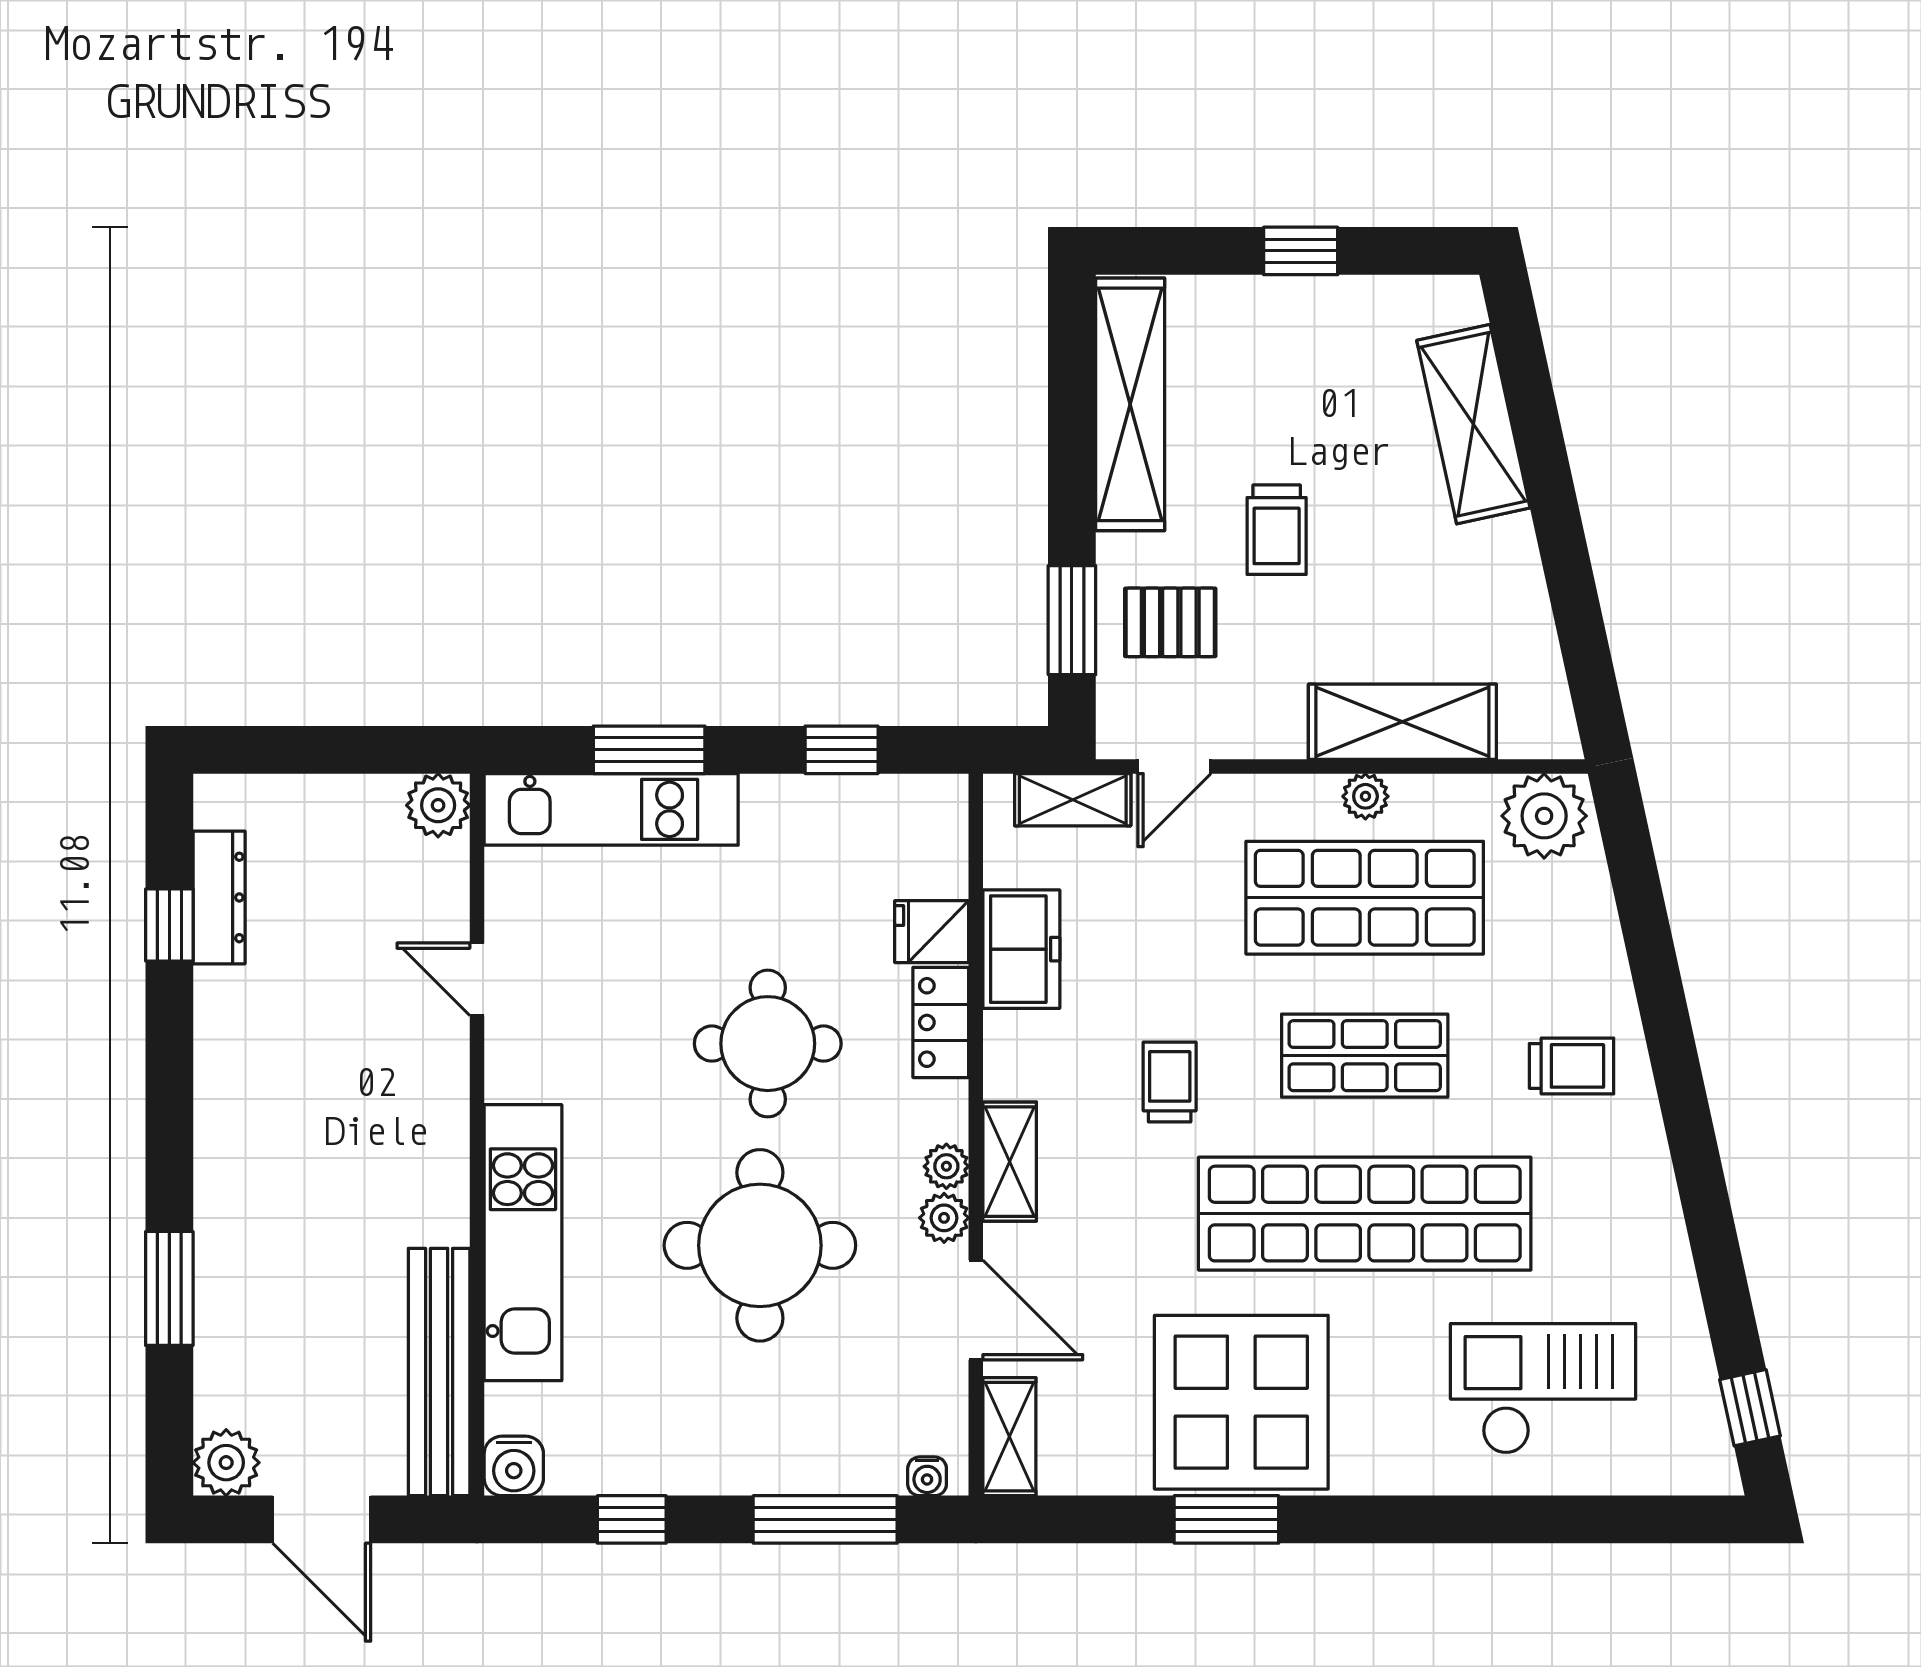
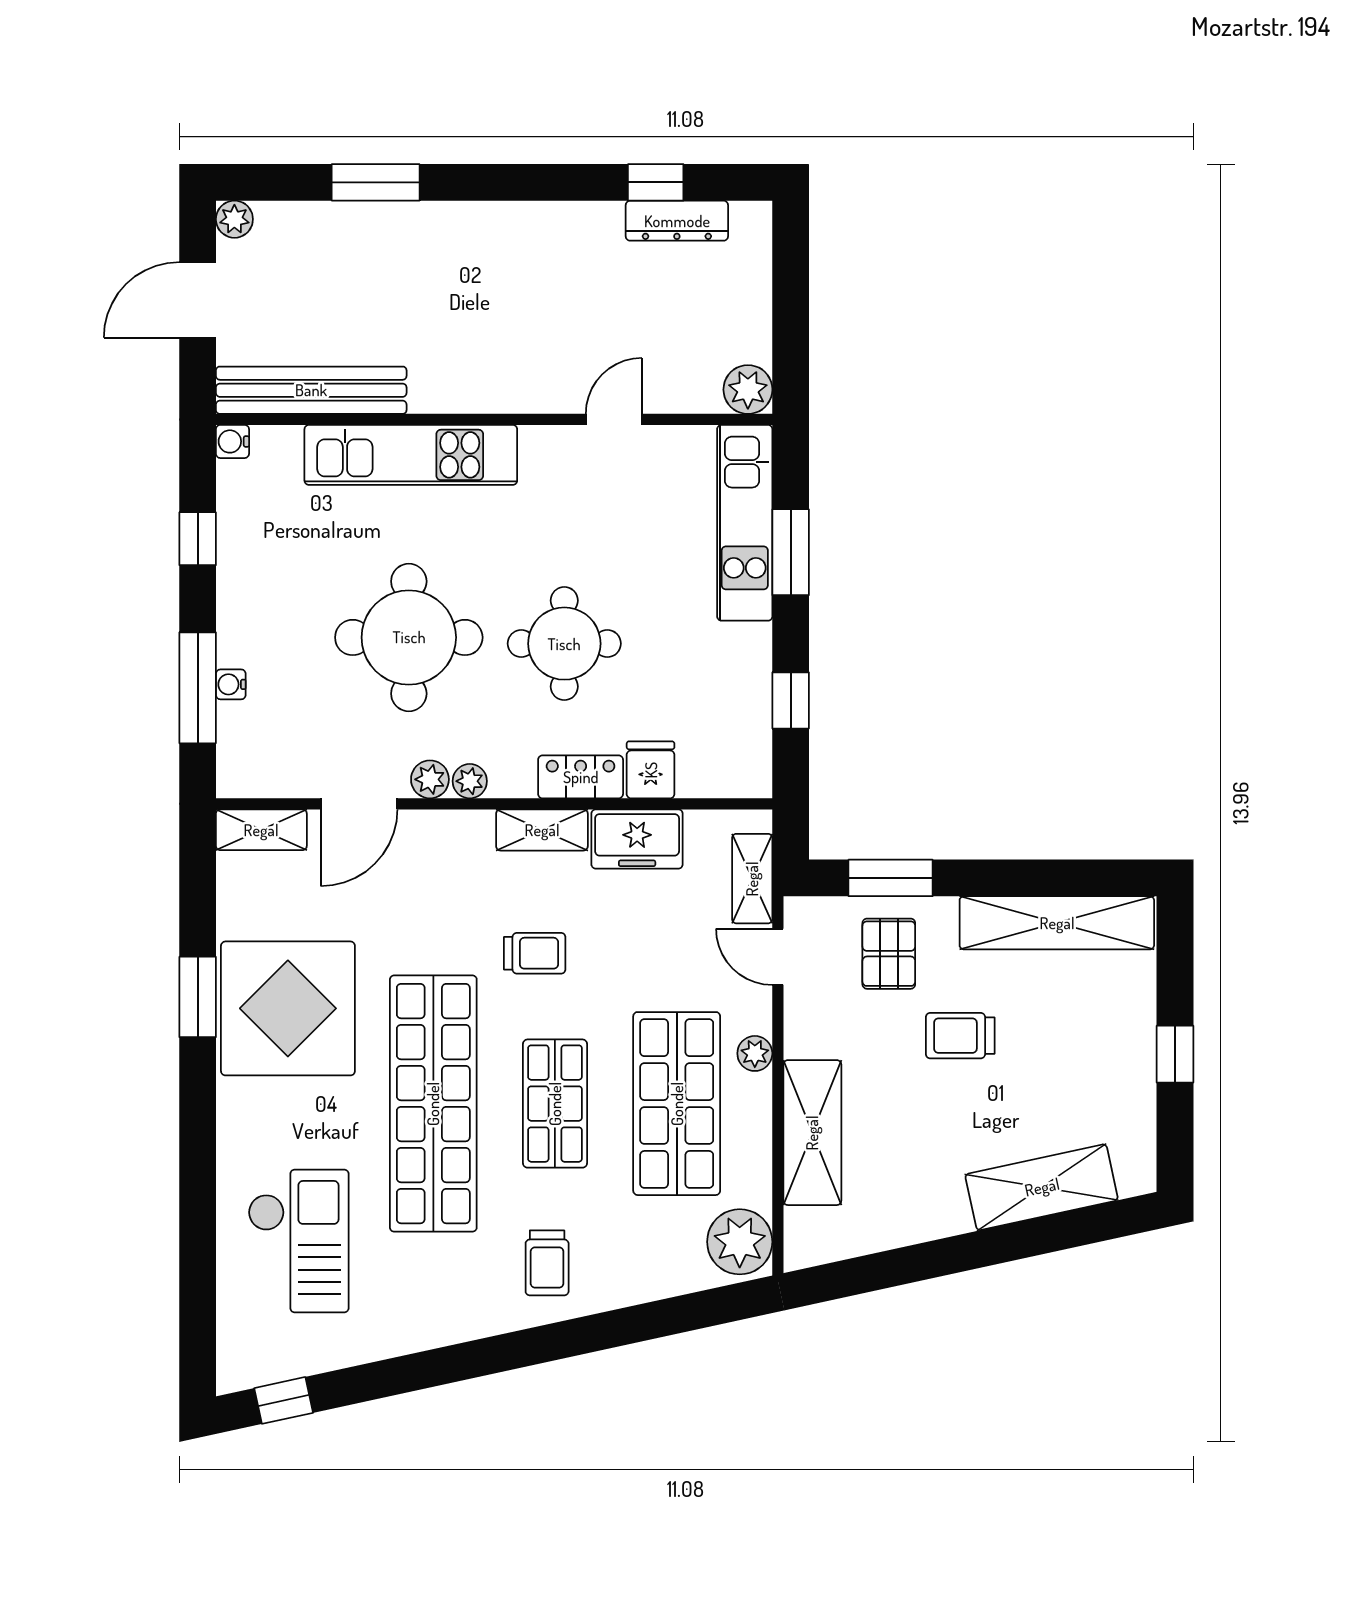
plant: (1365, 796) -> (755, 1053), moved
shelving: (1010, 1162) -> (542, 830), moved
plant: (226, 1463) -> (234, 219), width x0.73, depth x0.73
water cooler: (514, 1466) -> (232, 441), width x0.72, depth x0.72
water cooler: (927, 1476) -> (231, 684), moved

